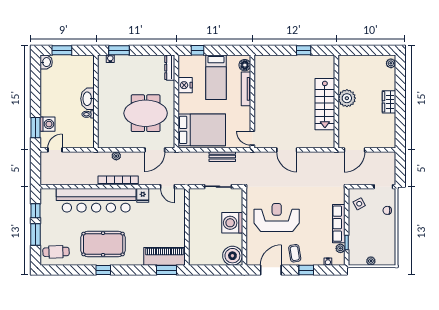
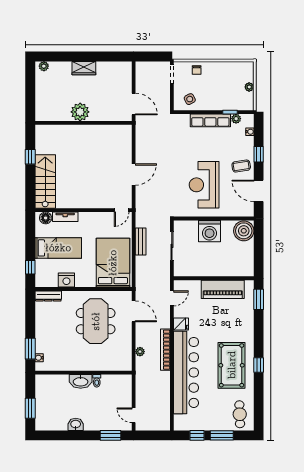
washbasin: (46, 62) -> (76, 424), moved
tv unit: (246, 89) -> (65, 217), width x0.71
stairs: (325, 104) -> (45, 181), moved, turned -90
washing machine: (47, 124) -> (107, 423), removed
piano: (164, 256) -> (223, 289), moved, turned -90

